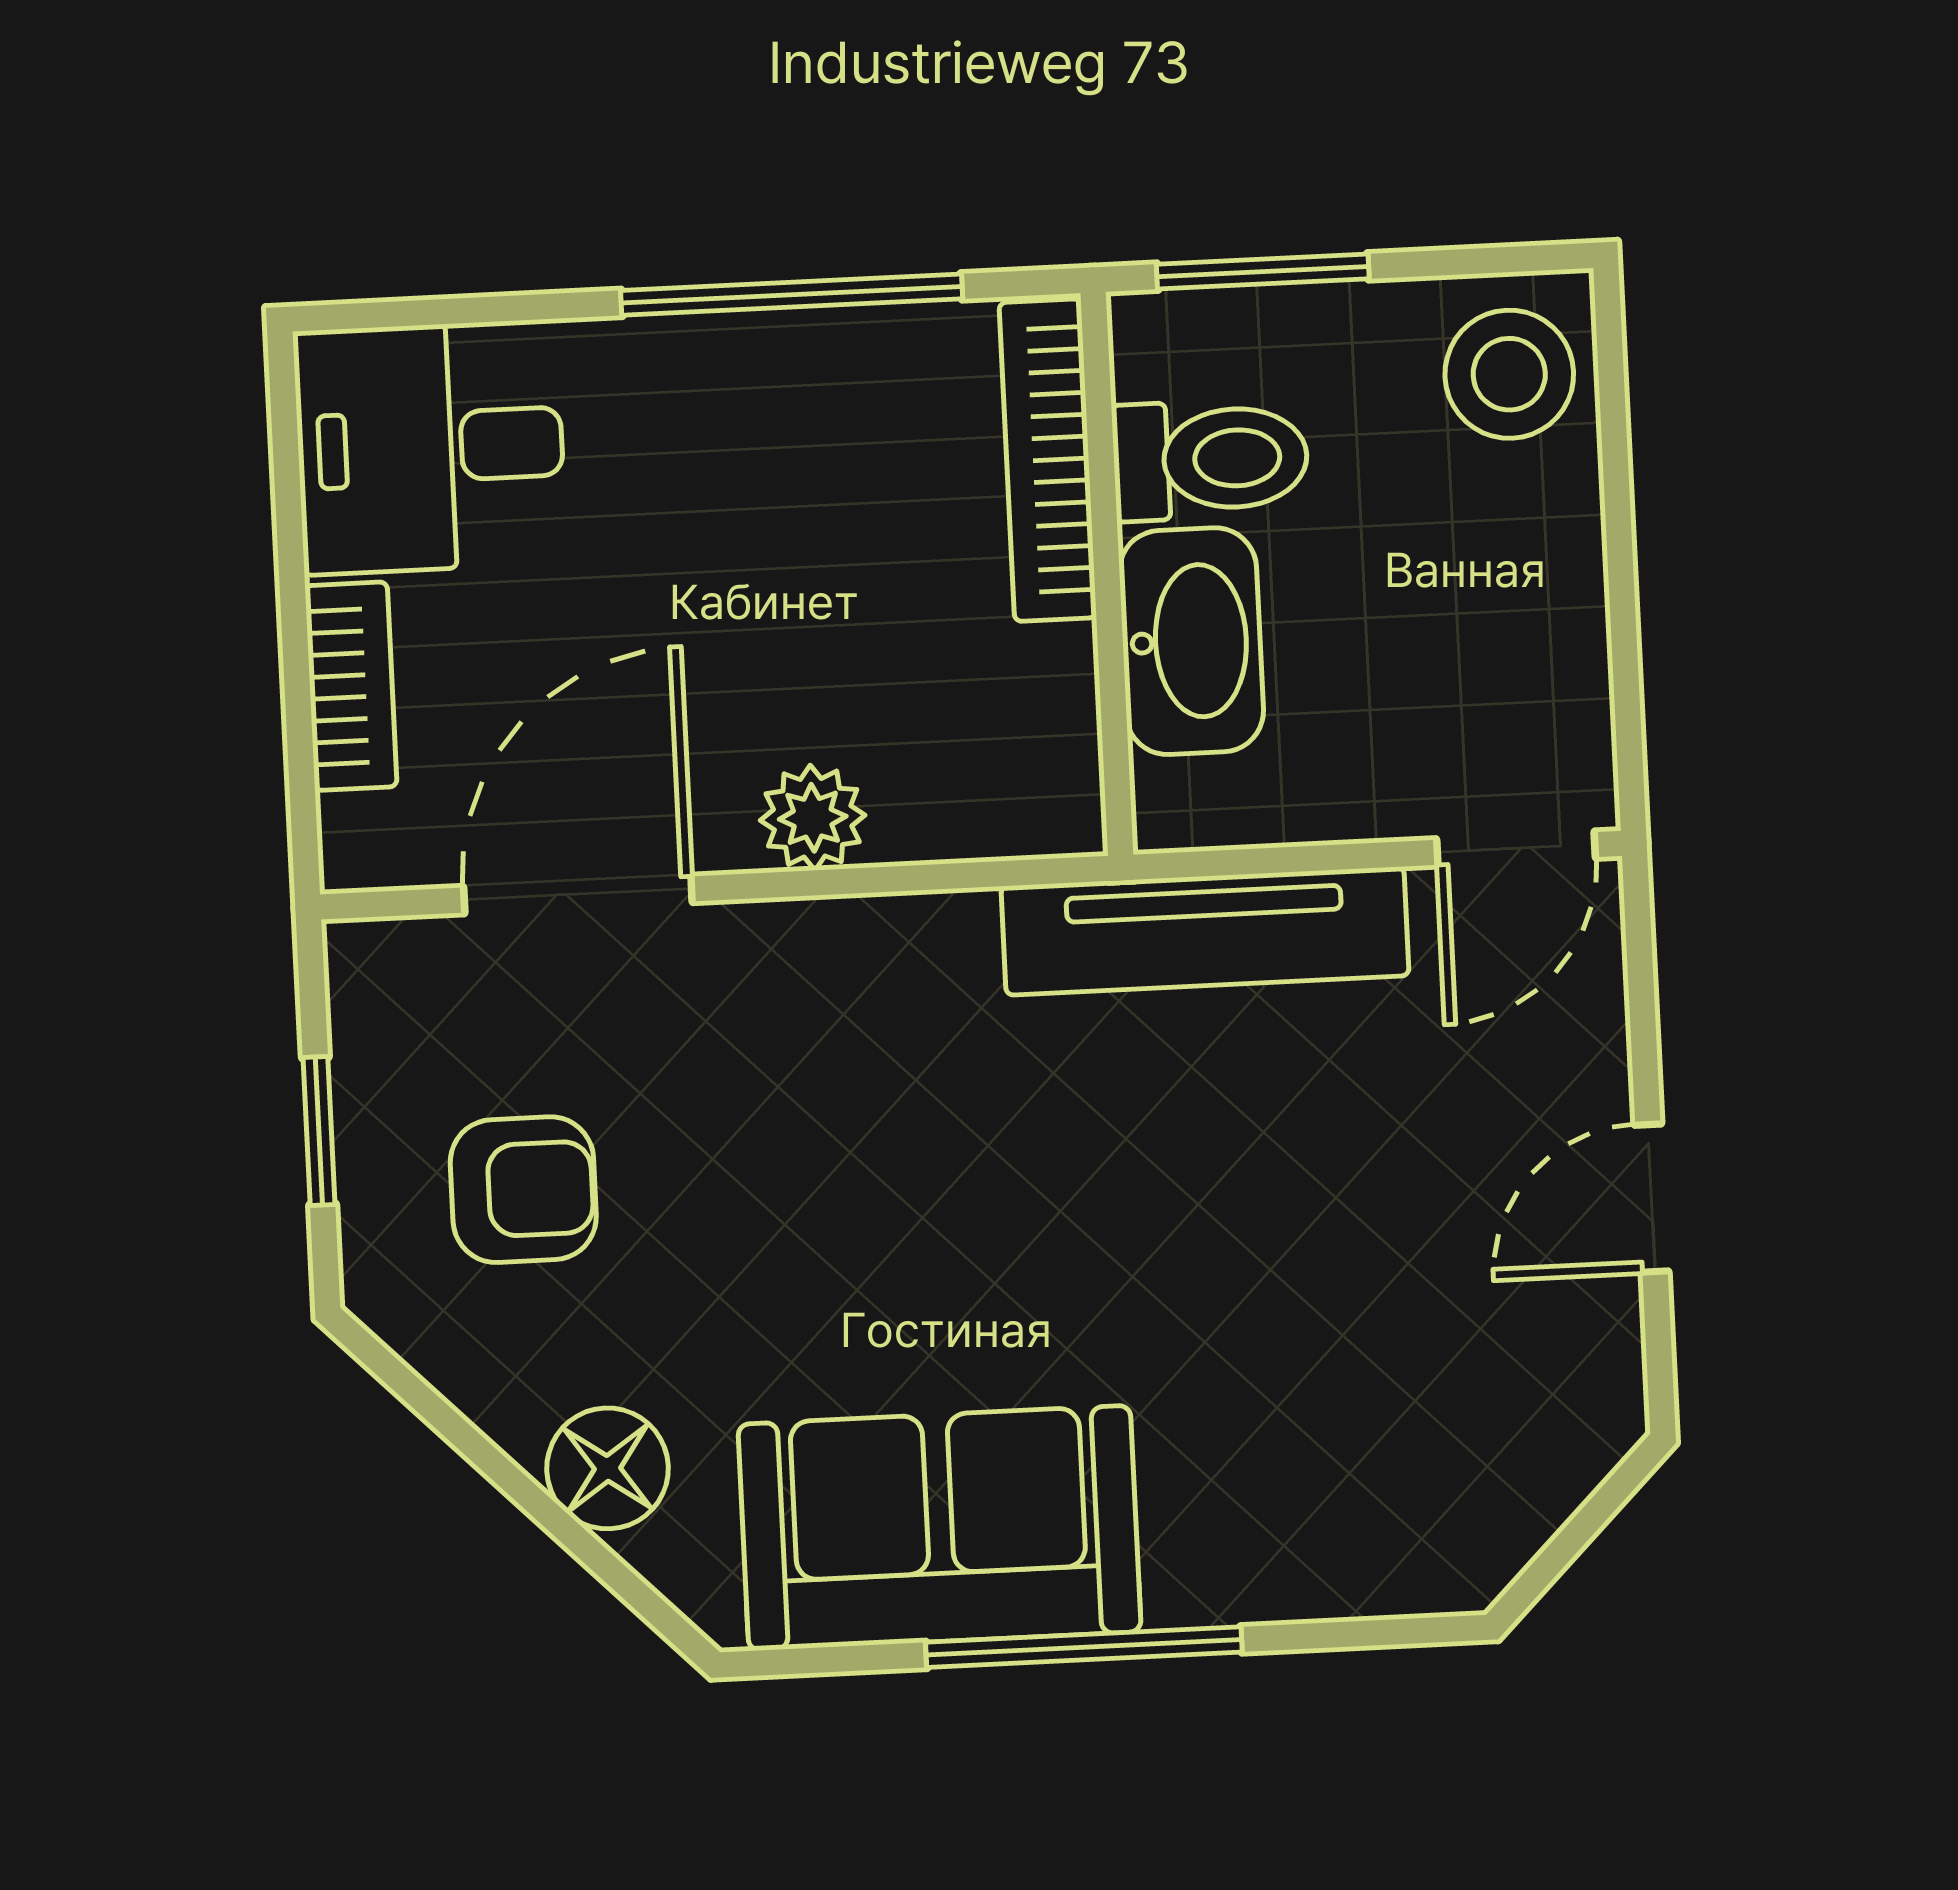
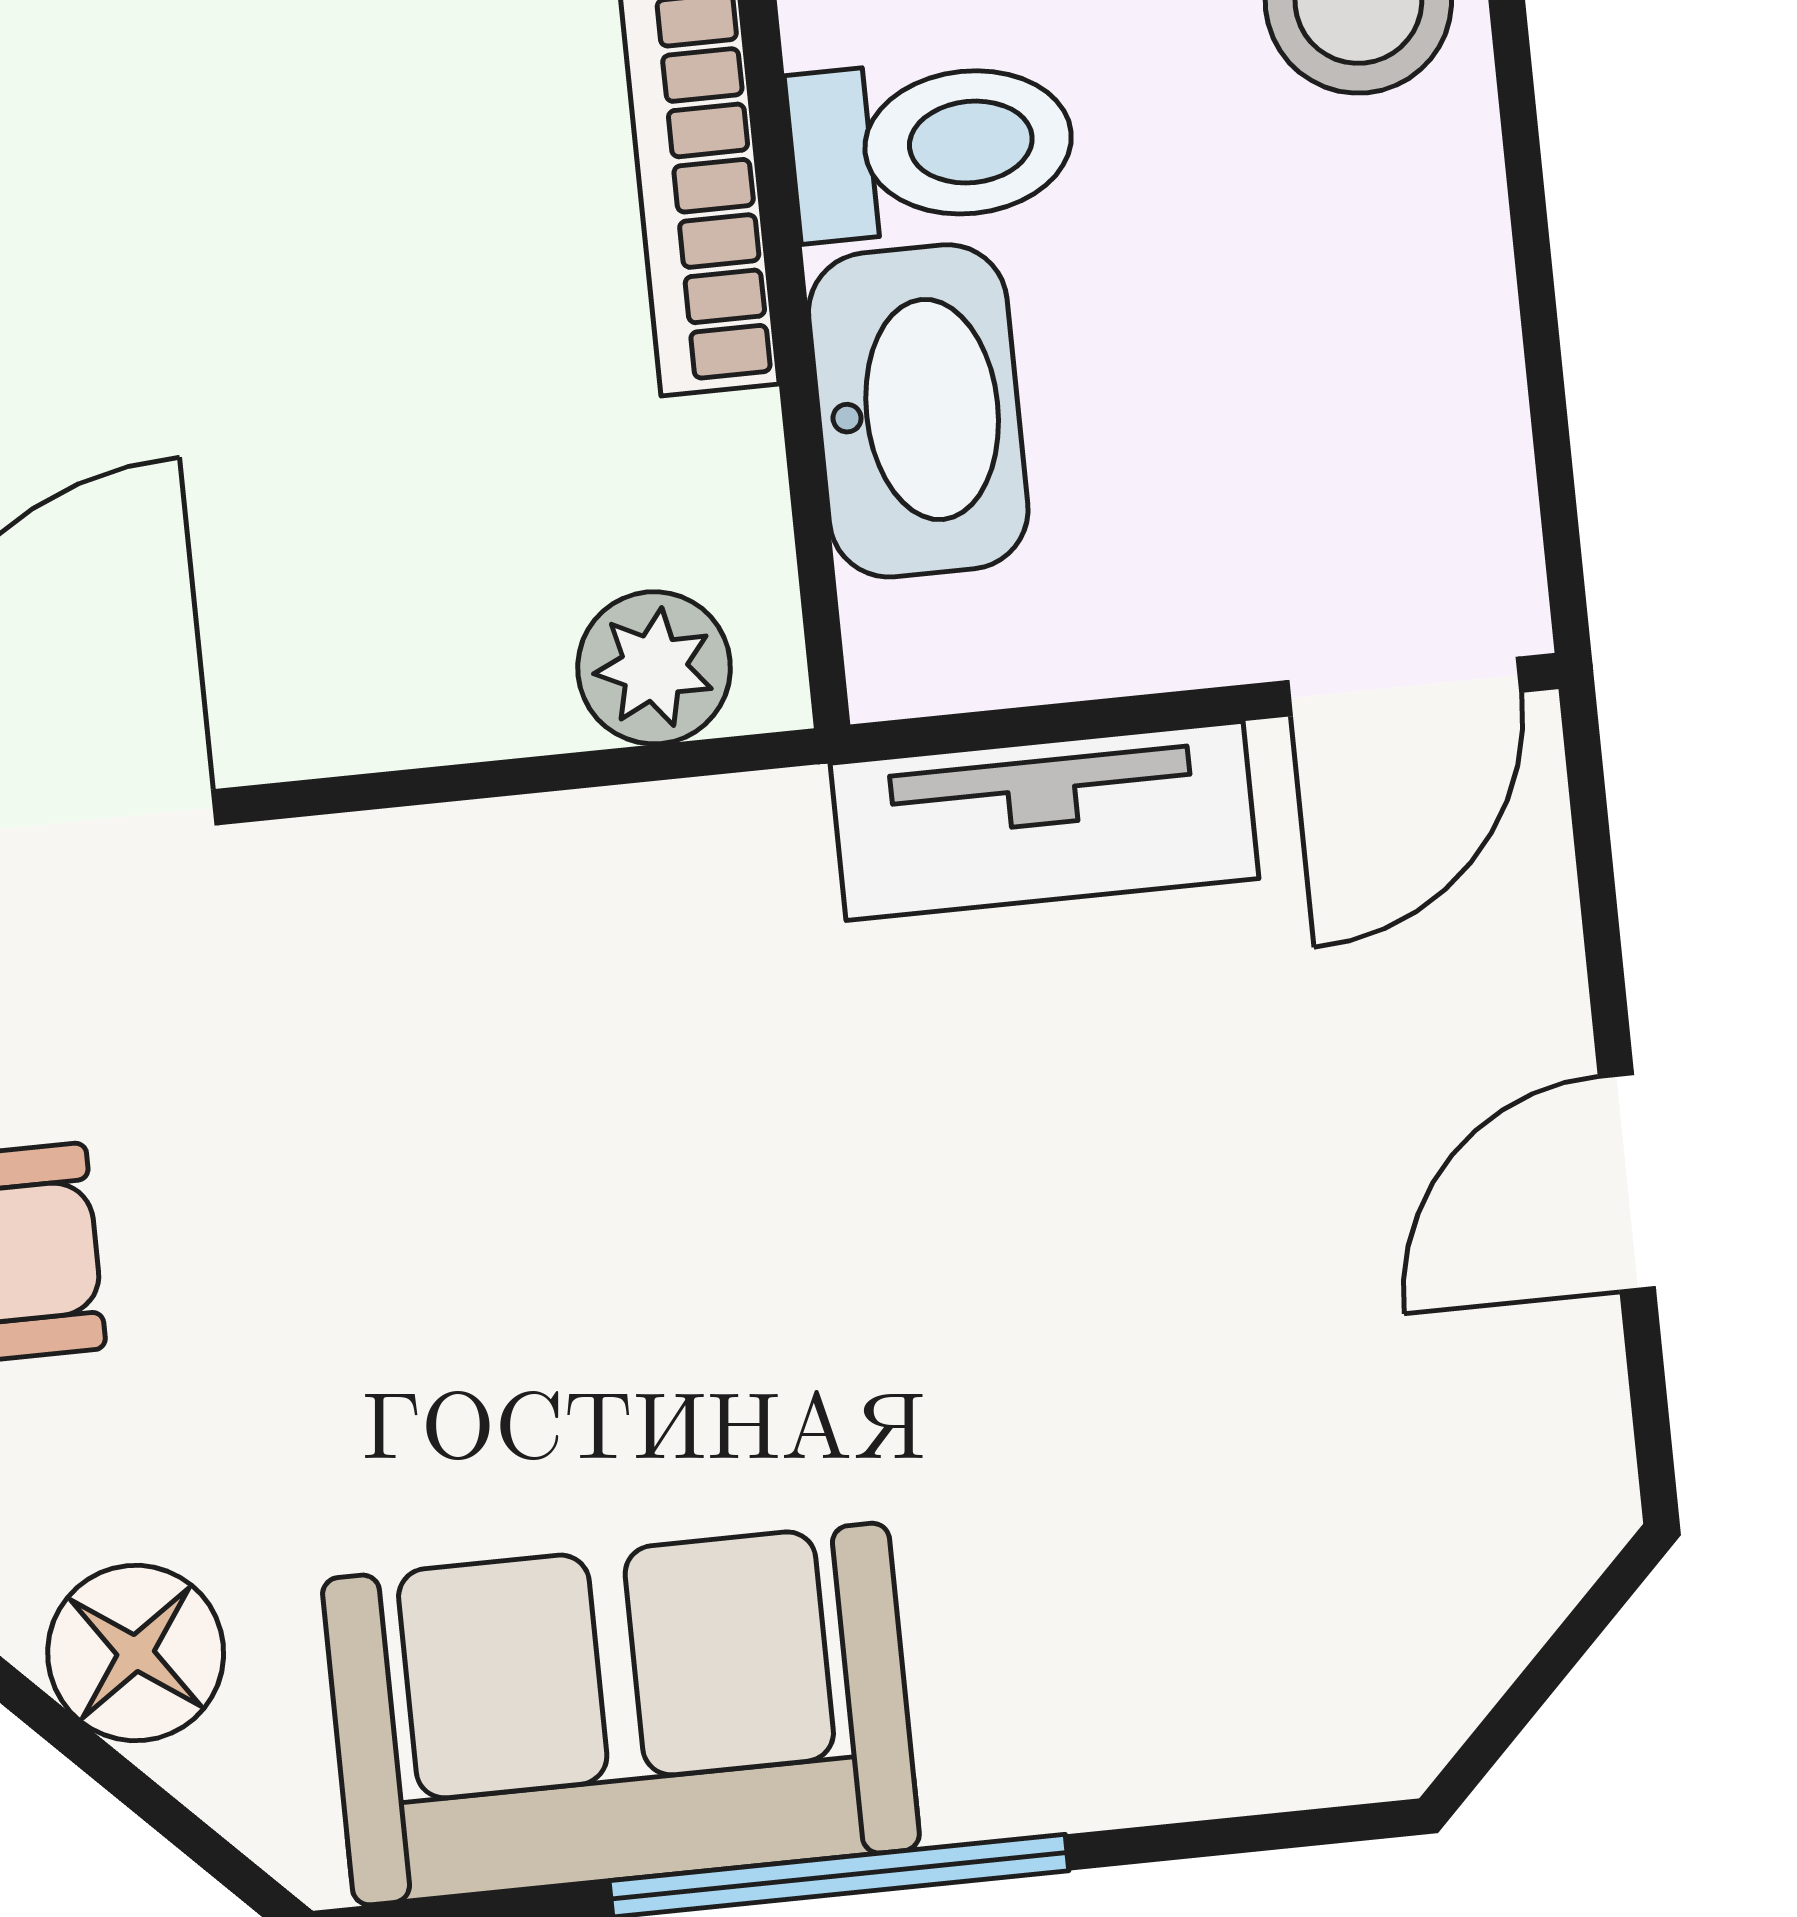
plant: (813, 818) -> (654, 668), moved
tv unit: (1205, 931) -> (1044, 821), width x0.71

